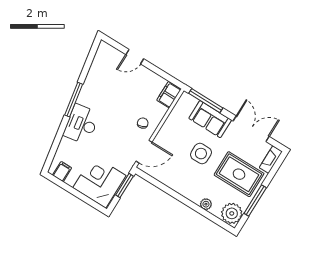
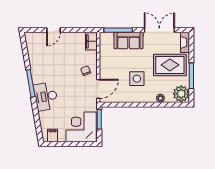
side table: (201, 154) -> (137, 79), moved

